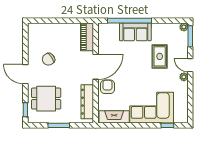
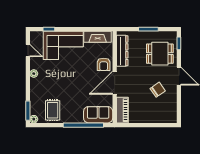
sofa: (135, 32) -> (98, 115), moved
rug: (160, 56) -> (53, 110), moved
door: (190, 65) -> (28, 50), moved

